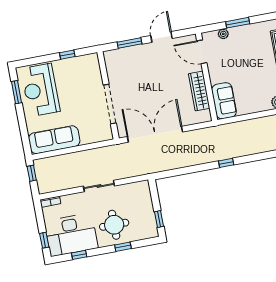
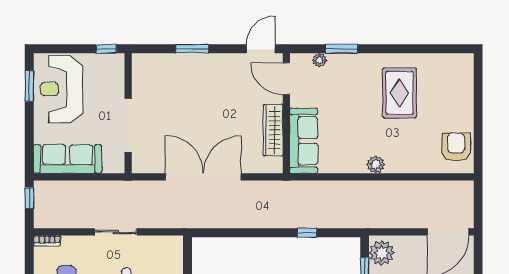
door: (162, 37) -> (261, 49), moved
wall: (108, 95) -> (128, 113), moved
sofa: (224, 101) -> (304, 141), width x1.36
doorway: (110, 104) -> (128, 125), moved
window: (226, 163) -> (307, 233), moved

